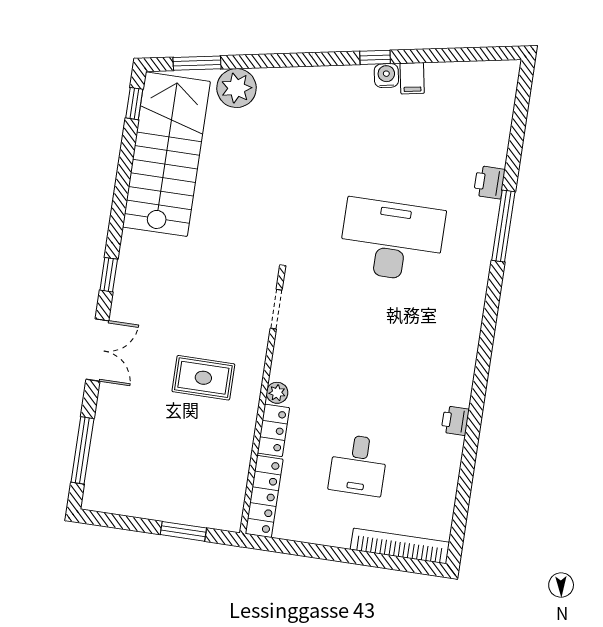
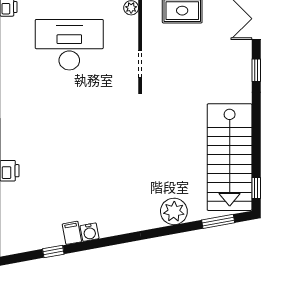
window: (375, 57) -> (53, 251), moved
plant: (237, 88) -> (174, 211), moved
desk: (392, 240) -> (69, 45), moved, turned 180

